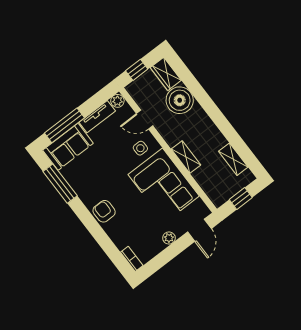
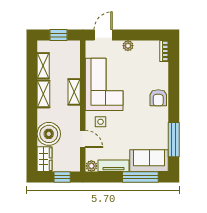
shelving: (213, 133) -> (43, 94), added

